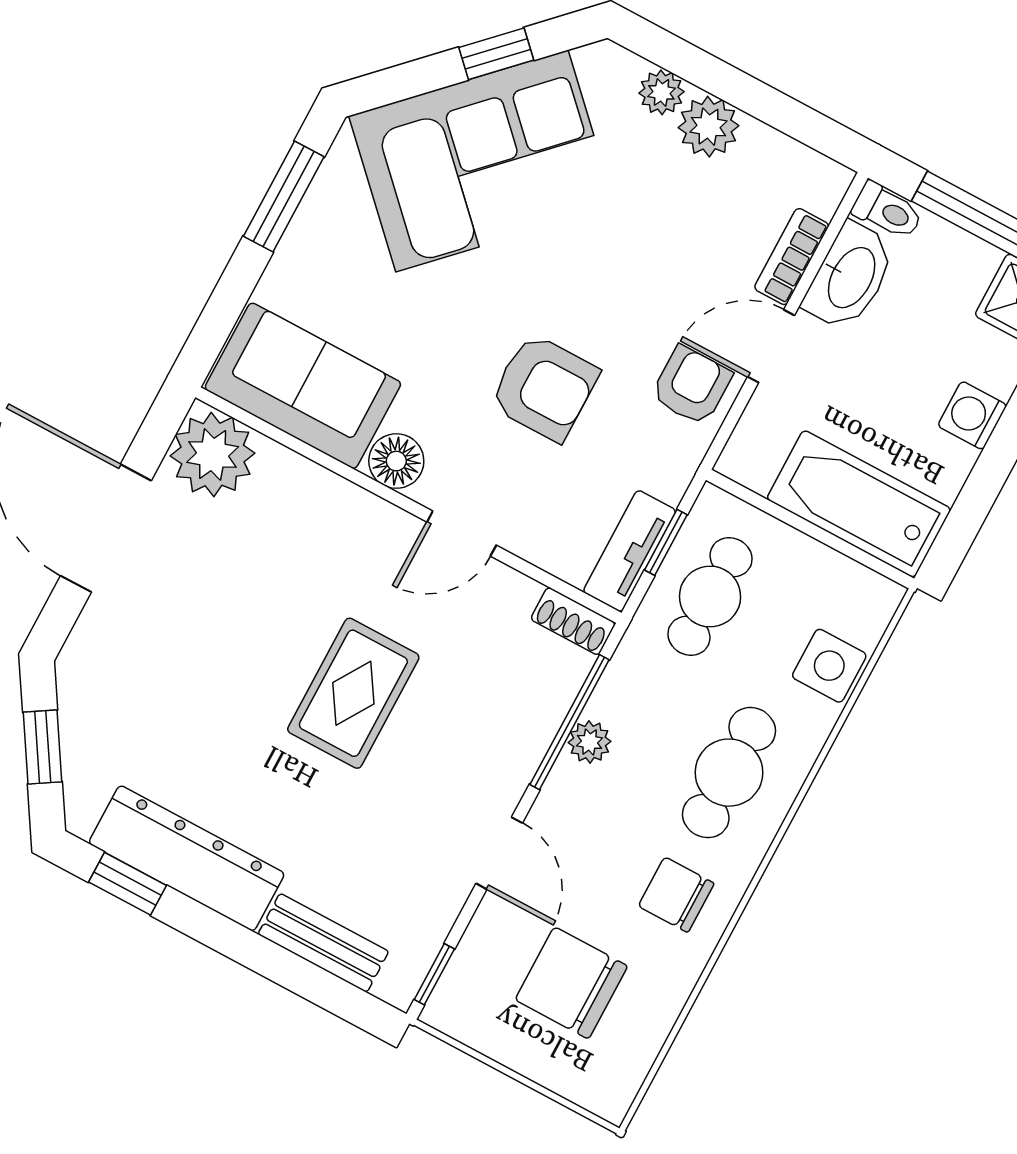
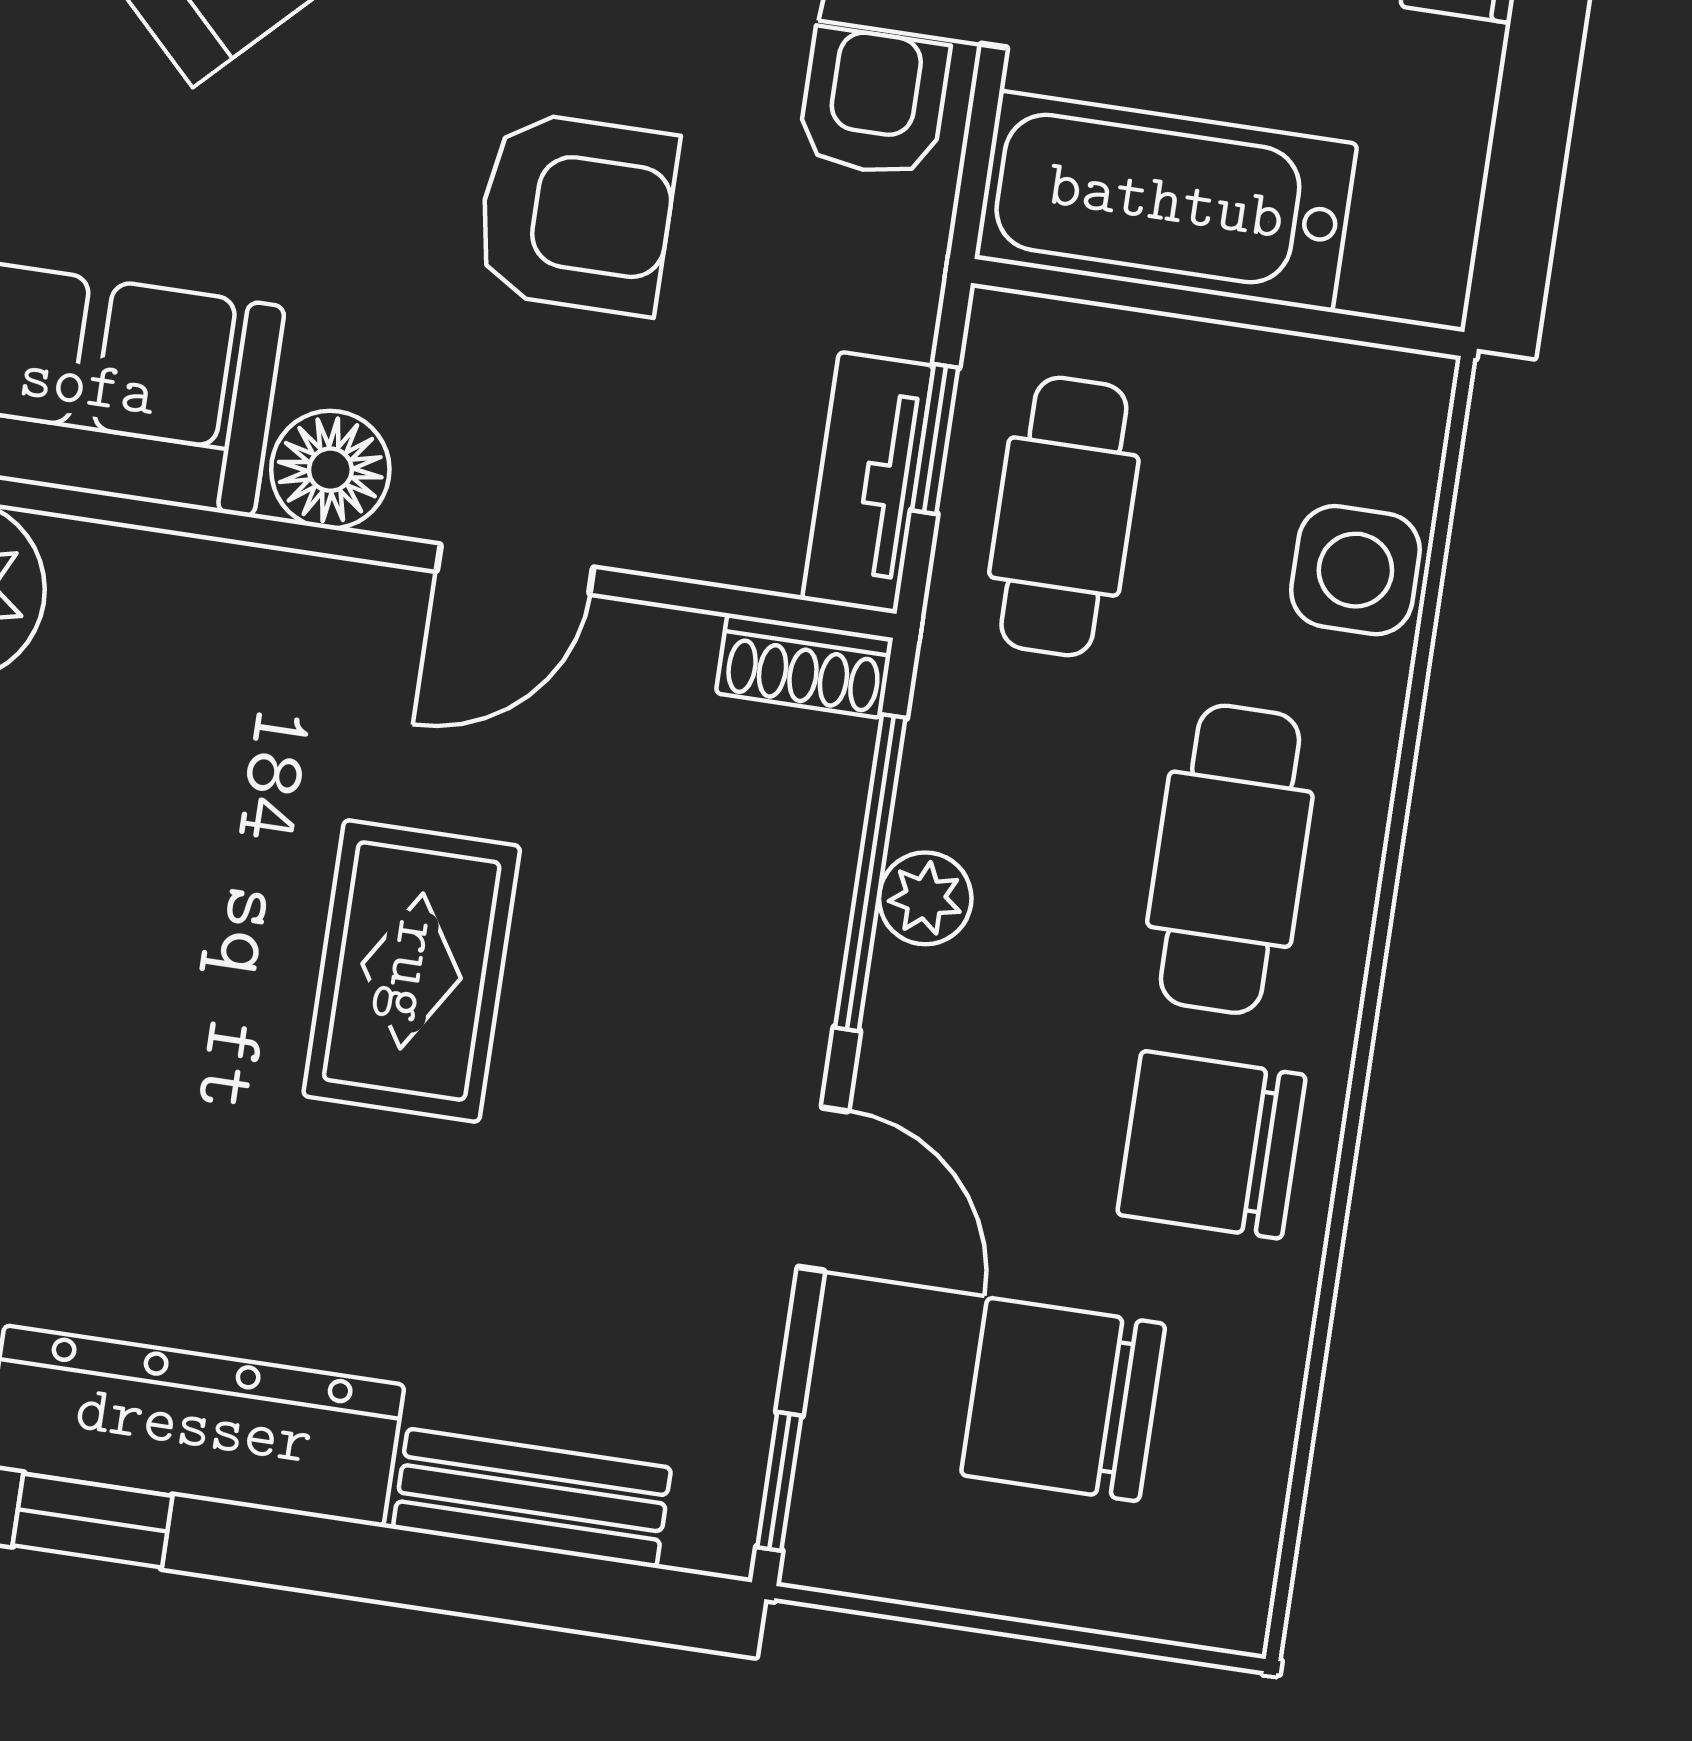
bathtub: (859, 504) -> (1166, 201), moved
chair: (676, 895) -> (1211, 1145), width x1.37, depth x1.37

